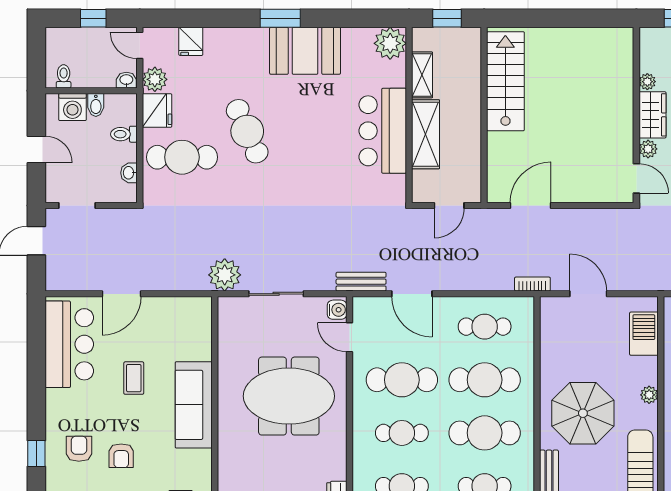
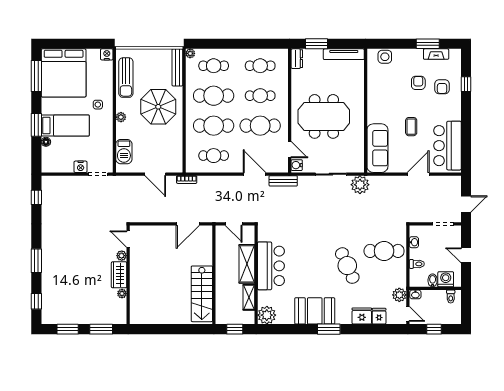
fridge: (157, 110) -> (362, 316), moved, turned 90
door: (449, 205) -> (234, 224), swing flipped
sofa: (194, 405) -> (377, 148), moved

